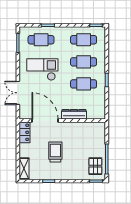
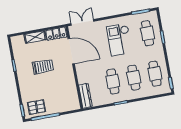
checkout: (42, 69) -> (119, 40), turned 180
double door: (18, 93) -> (82, 22), moved
dresser: (74, 114) -> (85, 96), moved
door: (45, 120) -> (71, 51), hinge flipped
shelving: (24, 168) -> (35, 37), moved

